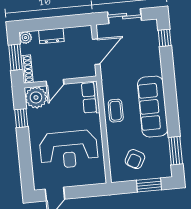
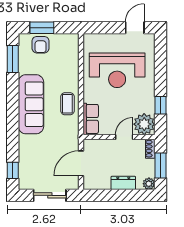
shoe rack: (27, 69) -> (150, 149), width x0.70
reception desk: (69, 149) -> (117, 70), turned 180
armchair: (135, 159) -> (41, 45), moved, turned 151

